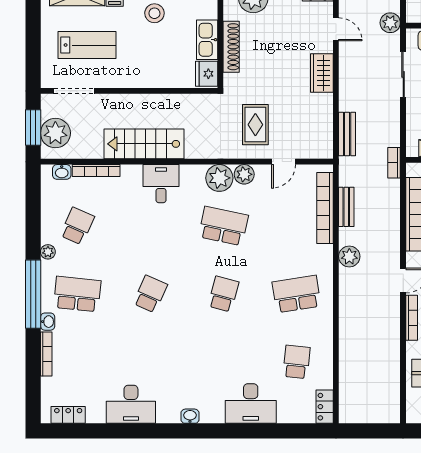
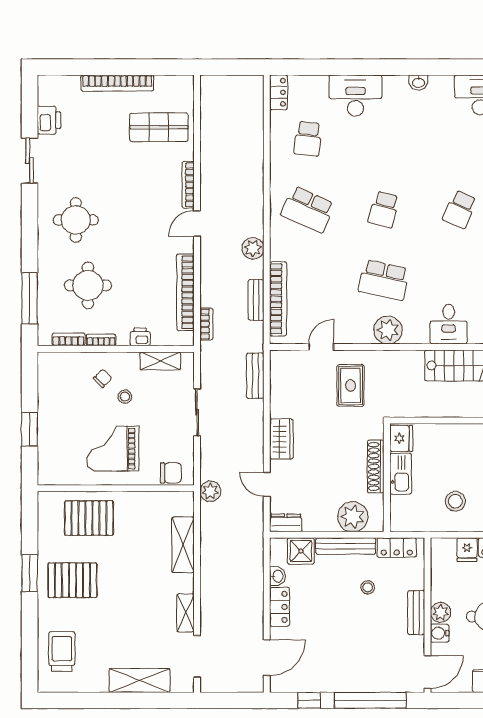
sliding door: (403, 74) -> (197, 412), moved
bookcase: (394, 163) -> (206, 324), moved
plant: (244, 174) -> (362, 334), removed
school desk: (296, 294) -> (308, 209), turned 33

